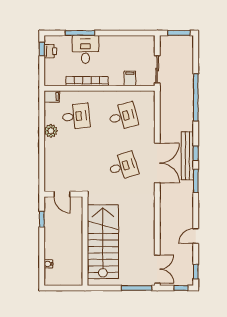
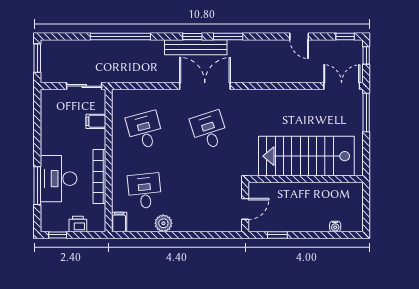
desk: (85, 50) -> (59, 179), width x1.37
printer: (50, 51) -> (78, 224), moved

